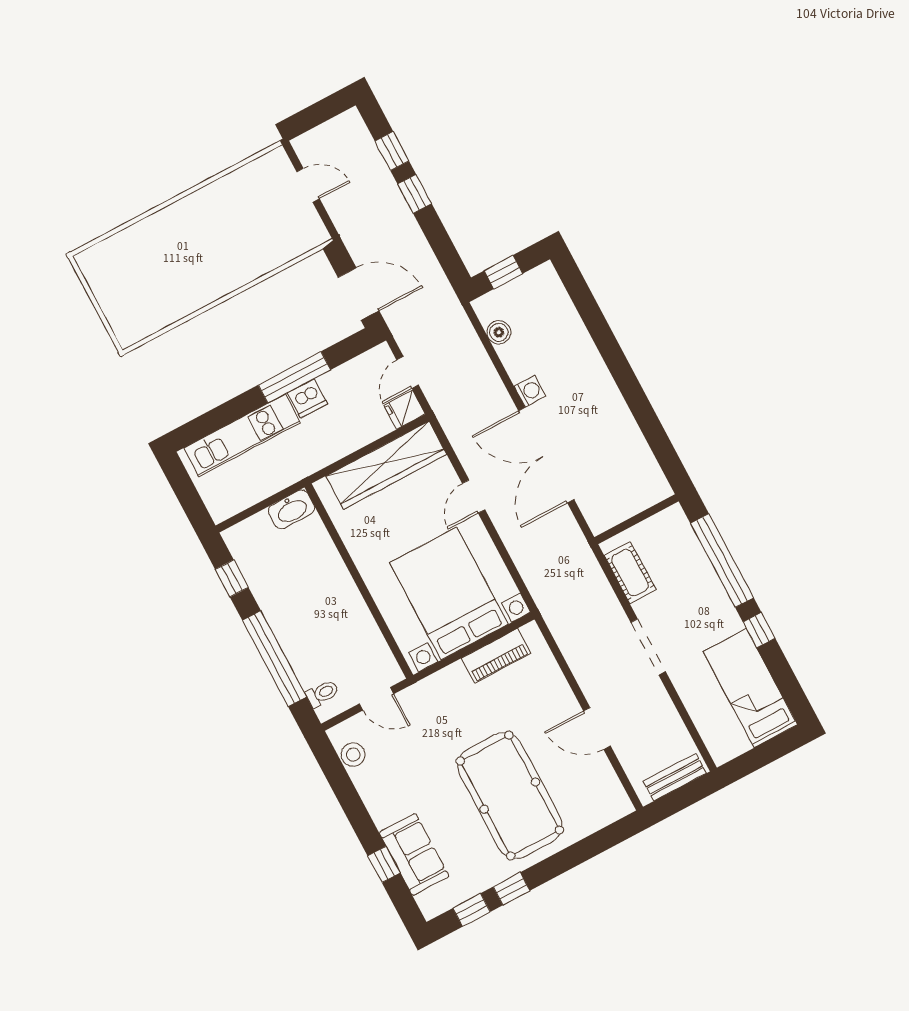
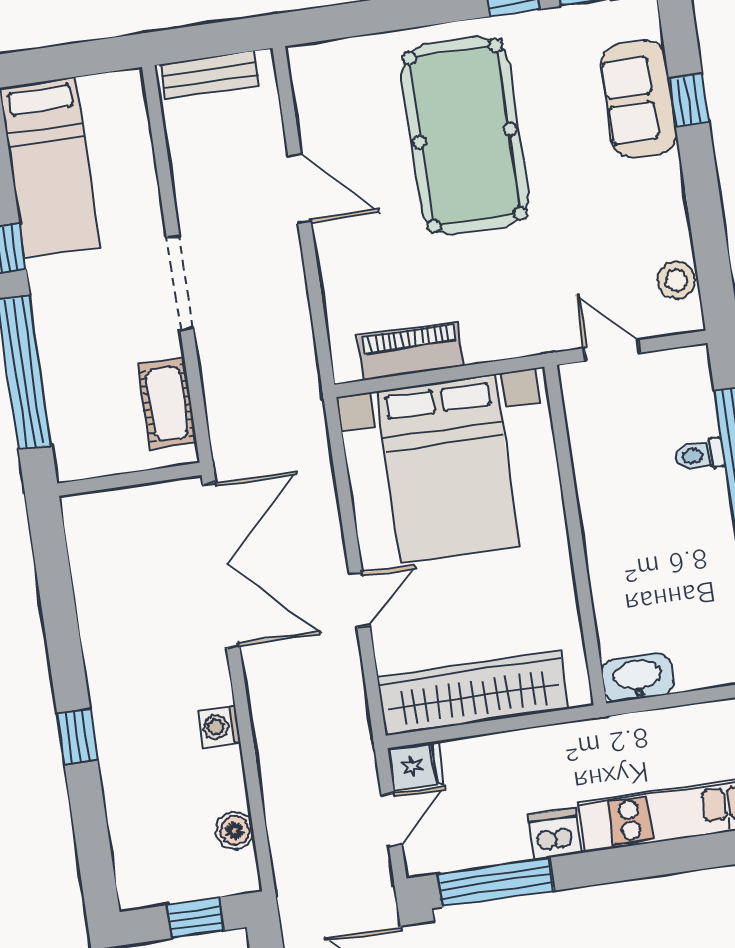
window: (613, 355) -> (77, 737), added
window: (294, 377) -> (496, 882), moved
double door: (546, 455) -> (221, 565), moved
toilet: (322, 693) -> (699, 455), moved

